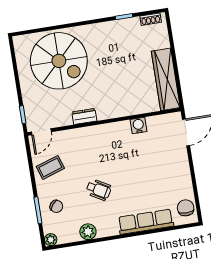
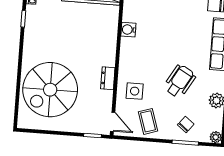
spiral stairs: (59, 61) -> (50, 90), turned 180
side table: (78, 147) -> (135, 91), added
wheelchair: (99, 190) -> (180, 81), width x1.36, depth x1.37

